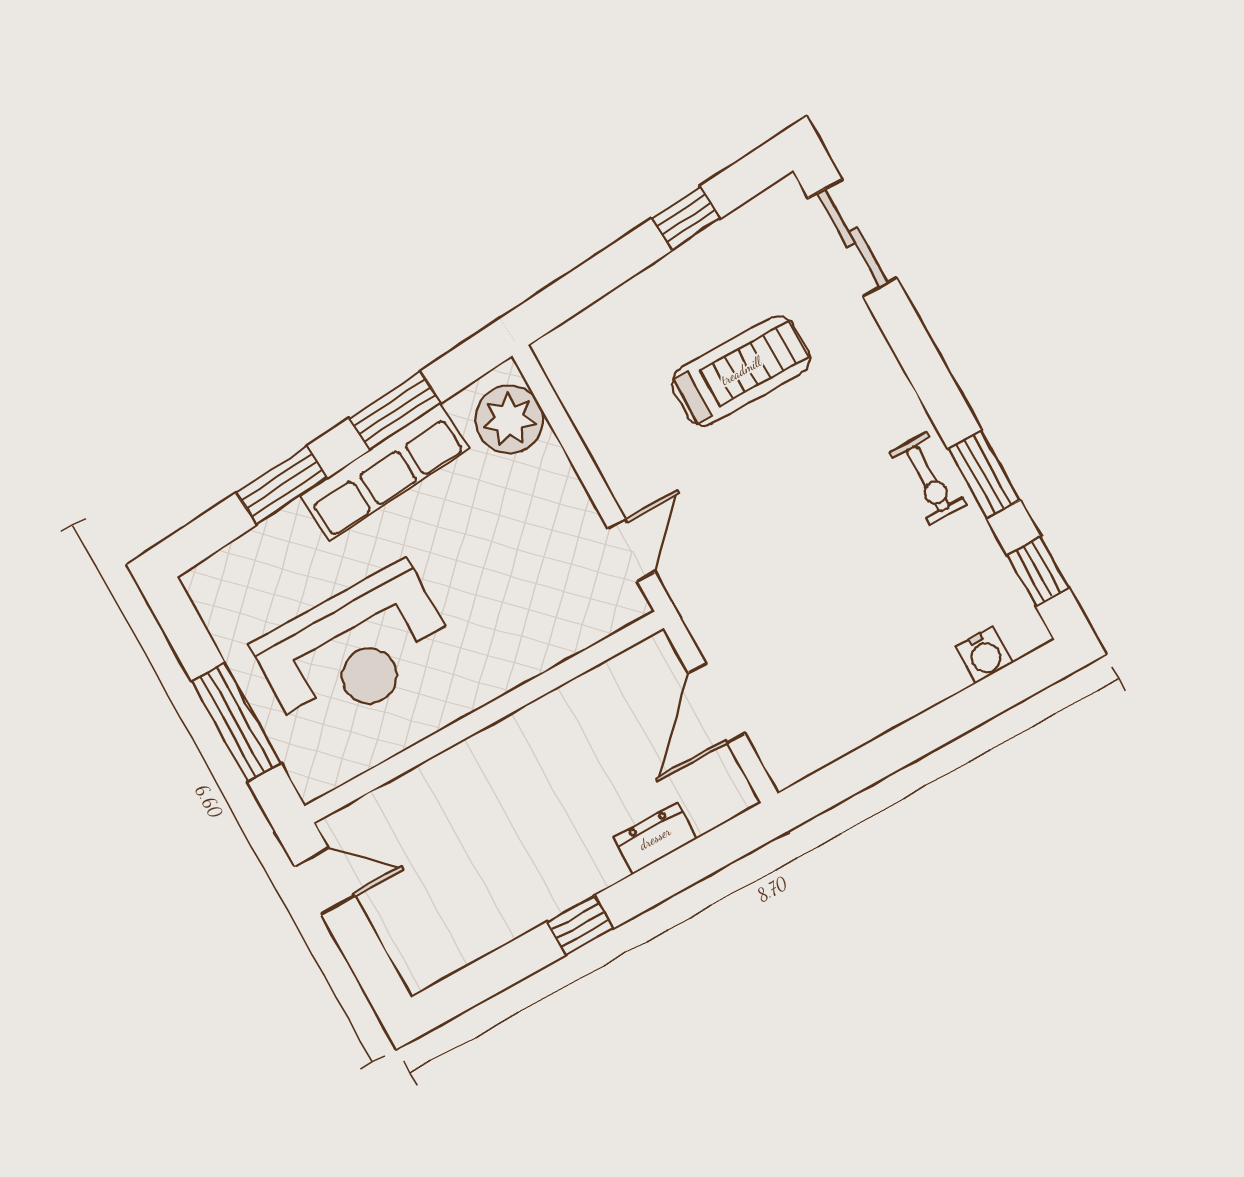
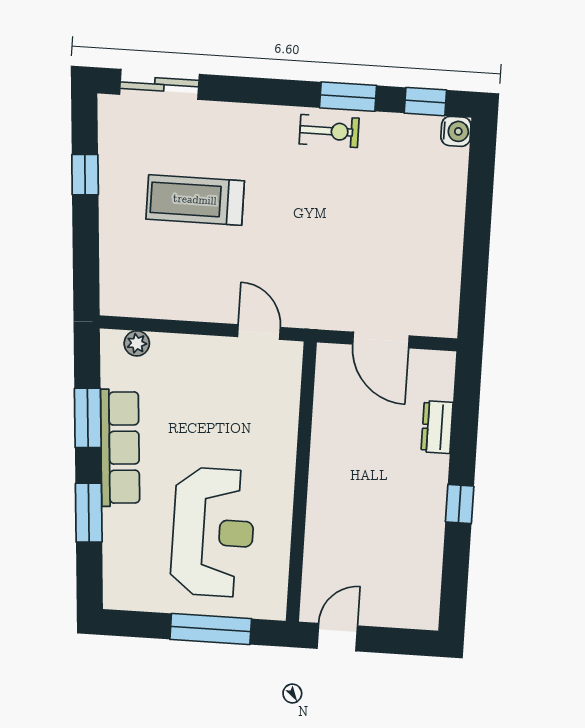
treadmill: (741, 371) -> (195, 200), turned -90
plant: (509, 419) -> (137, 343), width x0.53, depth x0.53
water cooler: (984, 655) -> (456, 131), moved

